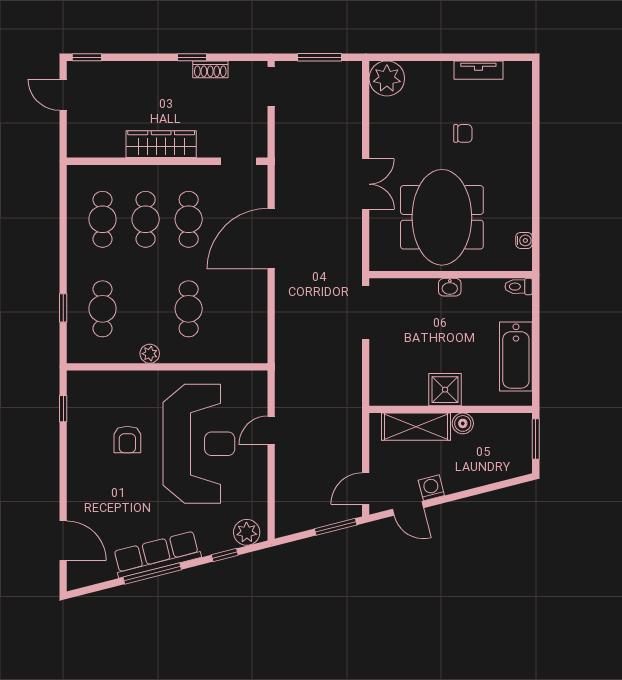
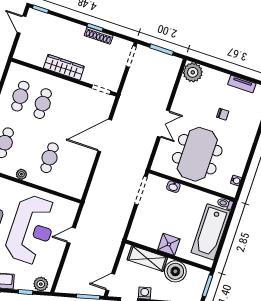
shoe rack: (210, 69) -> (99, 36), width x1.43
cafe table: (189, 219) -> (65, 111), removed
washbasin: (450, 287) -> (173, 187), moved
bathtub: (516, 357) -> (211, 232), width x1.36, depth x1.36
boiler: (463, 423) -> (175, 271), width x1.86, depth x1.86

